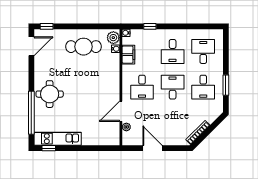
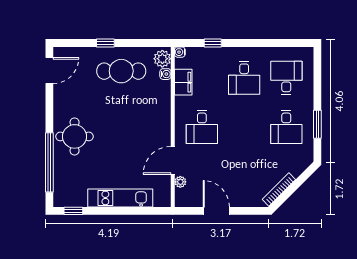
window: (47, 26) -> (105, 43), moved
desk: (173, 87) -> (244, 127), removed
kitchen unit: (58, 139) -> (120, 198), moved

